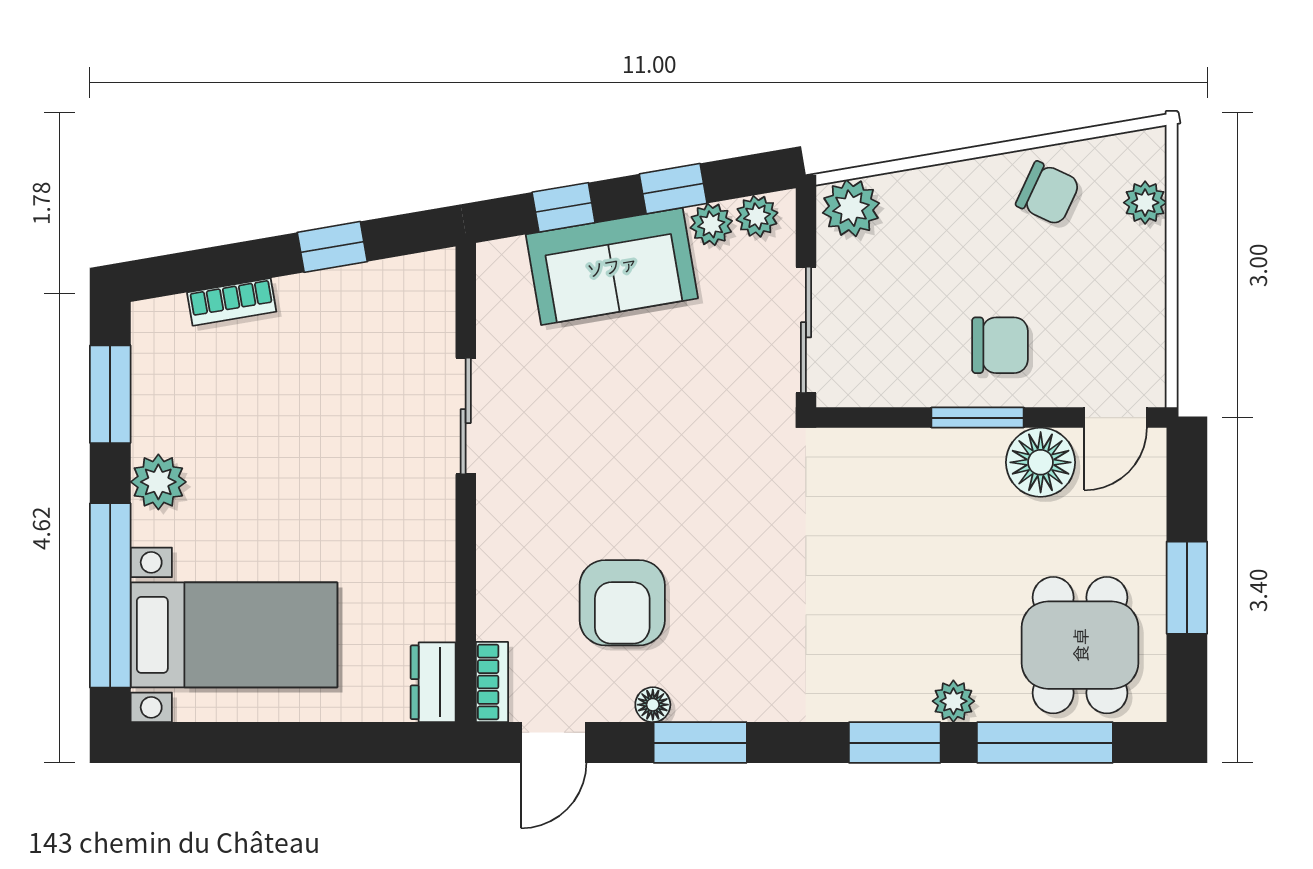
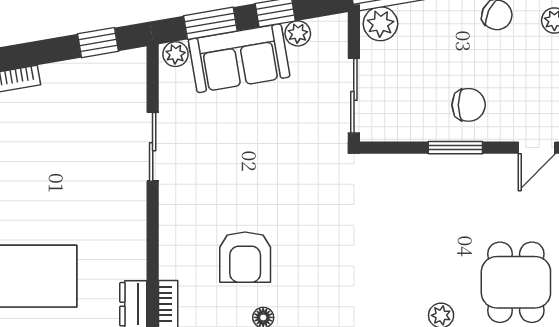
window: (564, 207) -> (210, 23), width x1.50
plant: (757, 216) -> (176, 54), moved
window: (332, 247) -> (98, 43), moved
floor lamp: (1041, 462) -> (493, 174), removed

